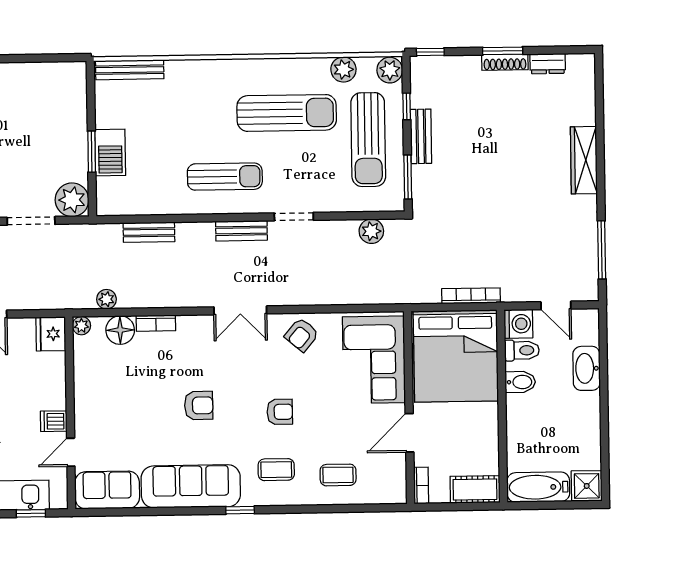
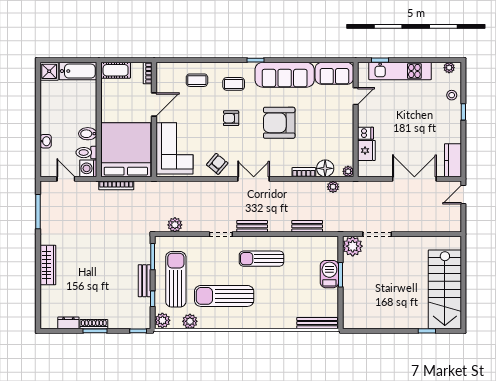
fridge: (51, 334) -> (366, 150), moved
washbasin: (587, 368) -> (46, 141), width x0.52, depth x0.69
armchair: (199, 405) -> (279, 123), width x1.88, depth x1.88
dishwasher: (54, 421) -> (366, 133), moved

